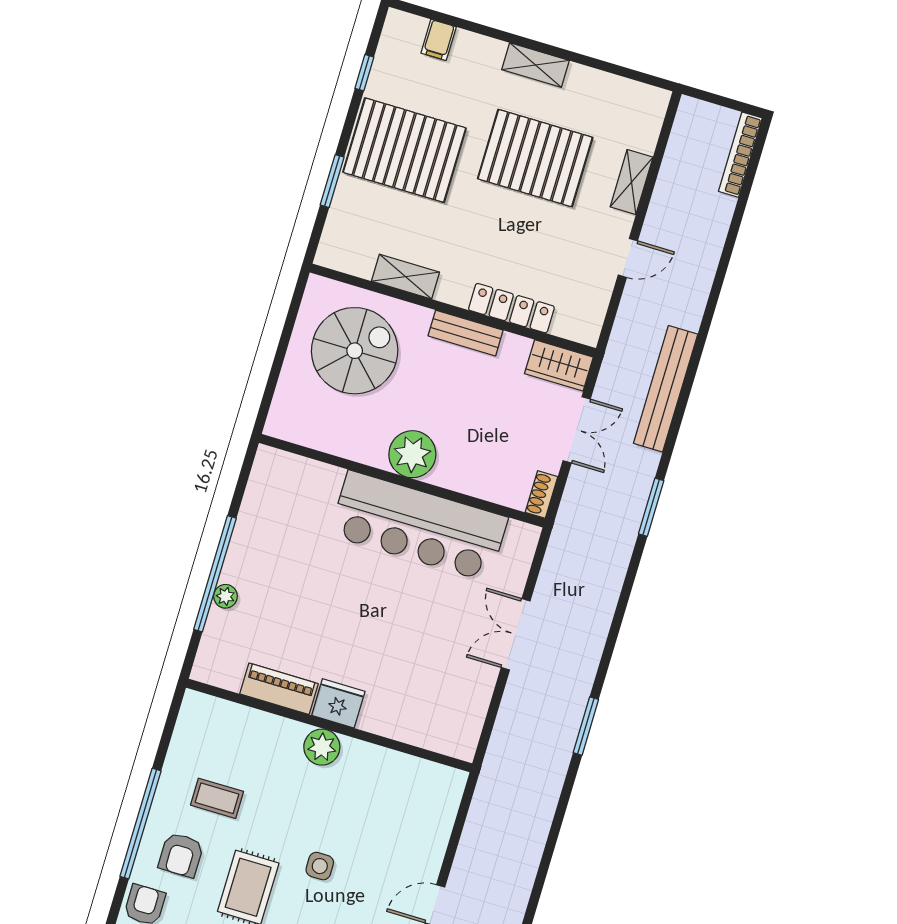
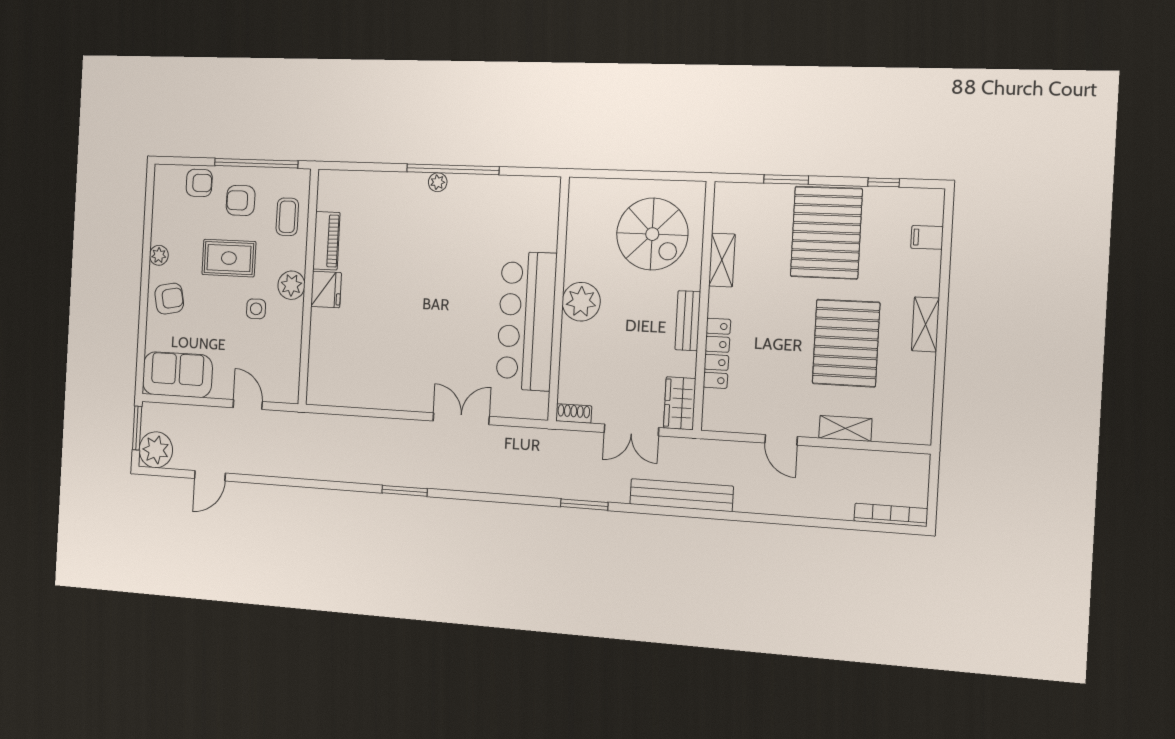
piano: (279, 689) -> (326, 241), moved
fridge: (338, 703) -> (326, 290), moved
wall: (329, 726) -> (308, 287), moved
plant: (322, 747) -> (291, 285), moved

